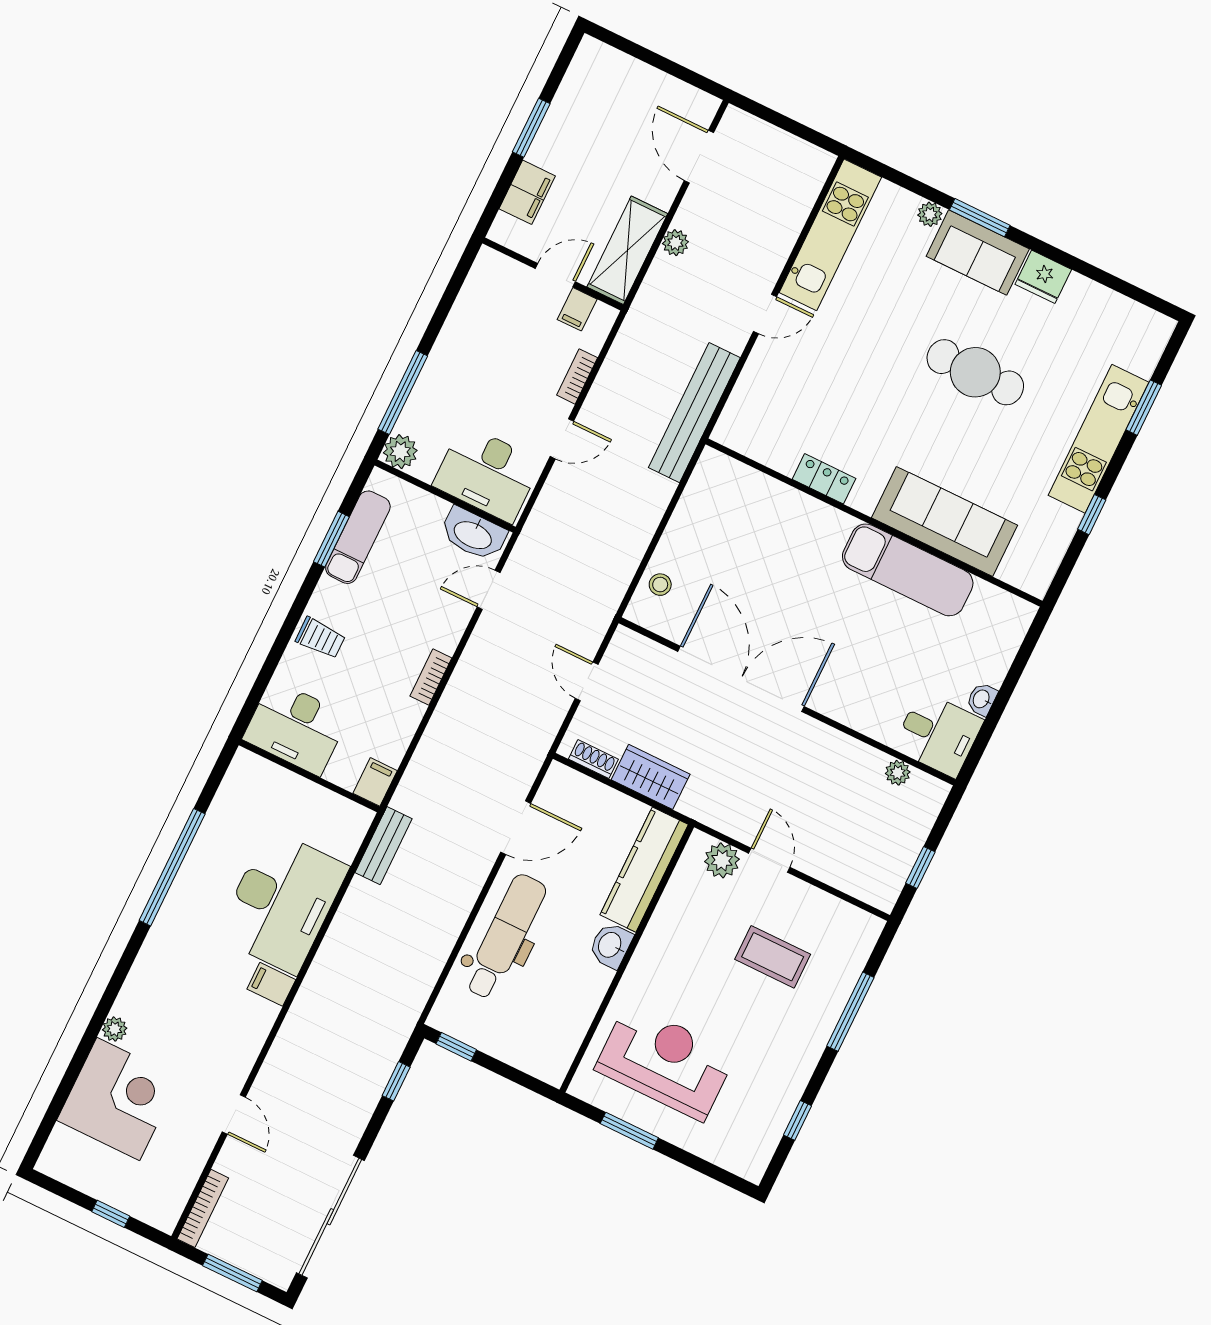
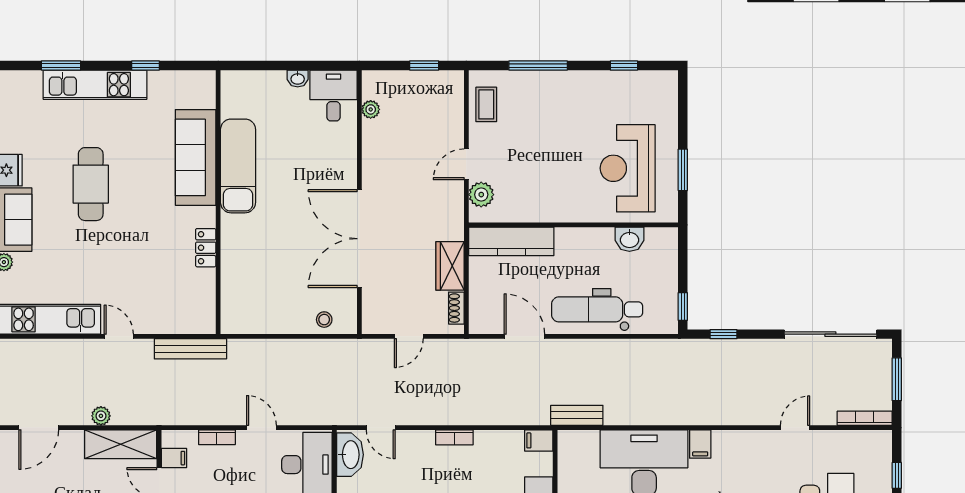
bench: (694, 413) -> (190, 349), width x0.73, depth x0.82
washbasin: (611, 945) -> (629, 239), moved
coffee table: (773, 957) -> (486, 104), moved, width x0.73, depth x0.77

